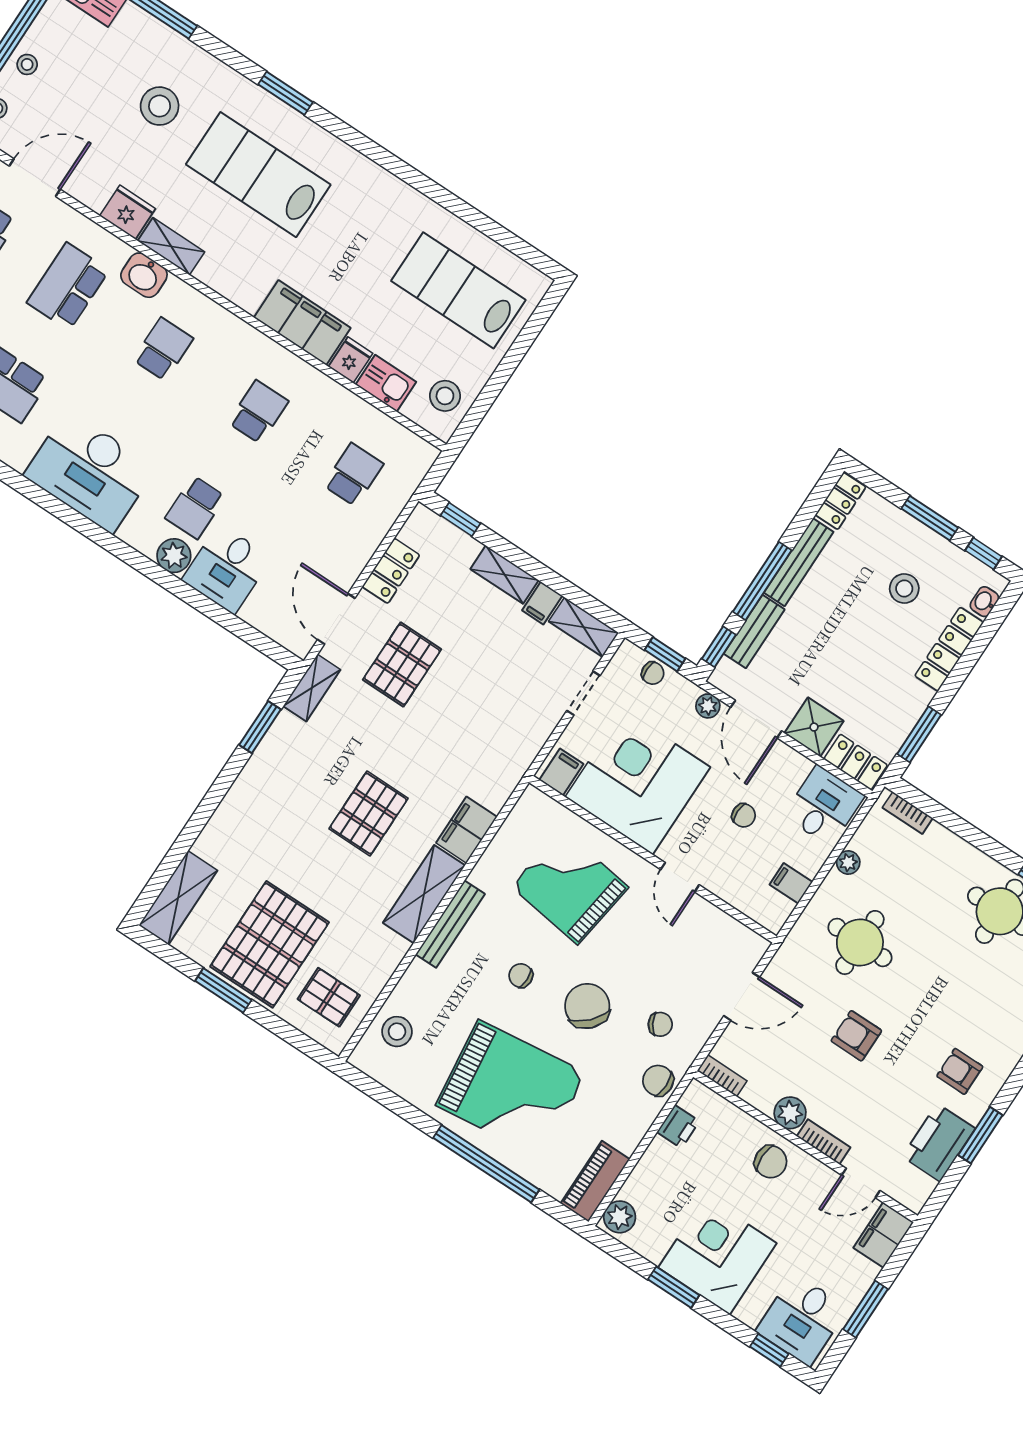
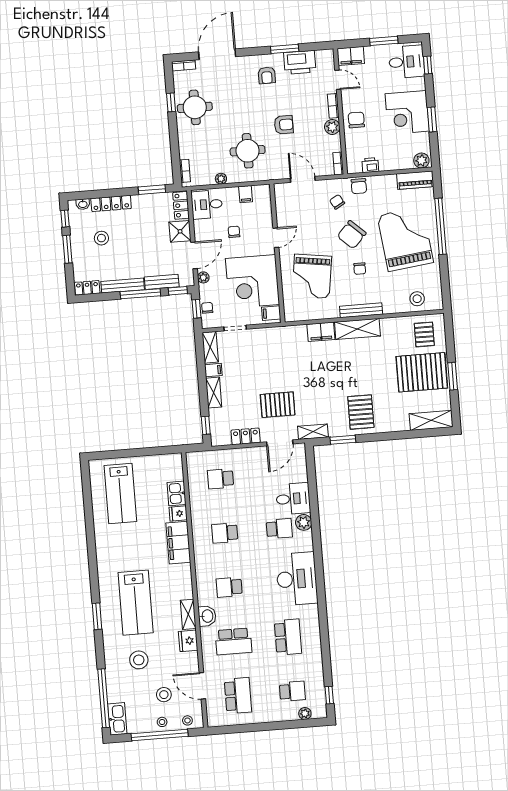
stool: (445, 396) -> (164, 695), moved
pallet: (368, 814) -> (361, 412), moved, turned 90
armchair: (856, 1036) -> (284, 125), turned -90

